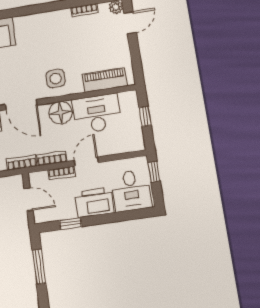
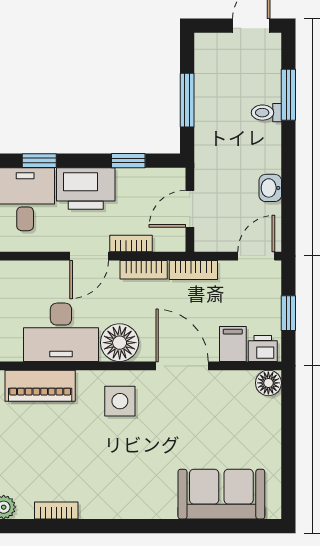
door: (28, 199) -> (190, 209), hinge flipped
window: (126, 216) -> (39, 161), added

